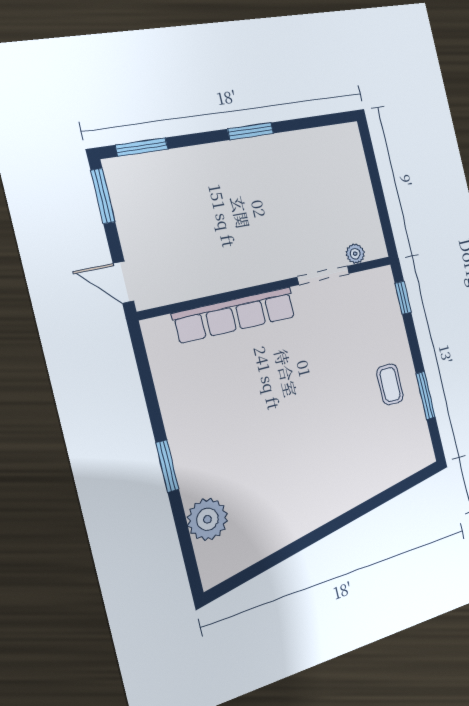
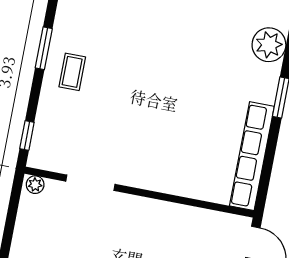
plant: (355, 254) -> (35, 185), moved
row of seats: (235, 315) -> (252, 156), moved, turned -90

